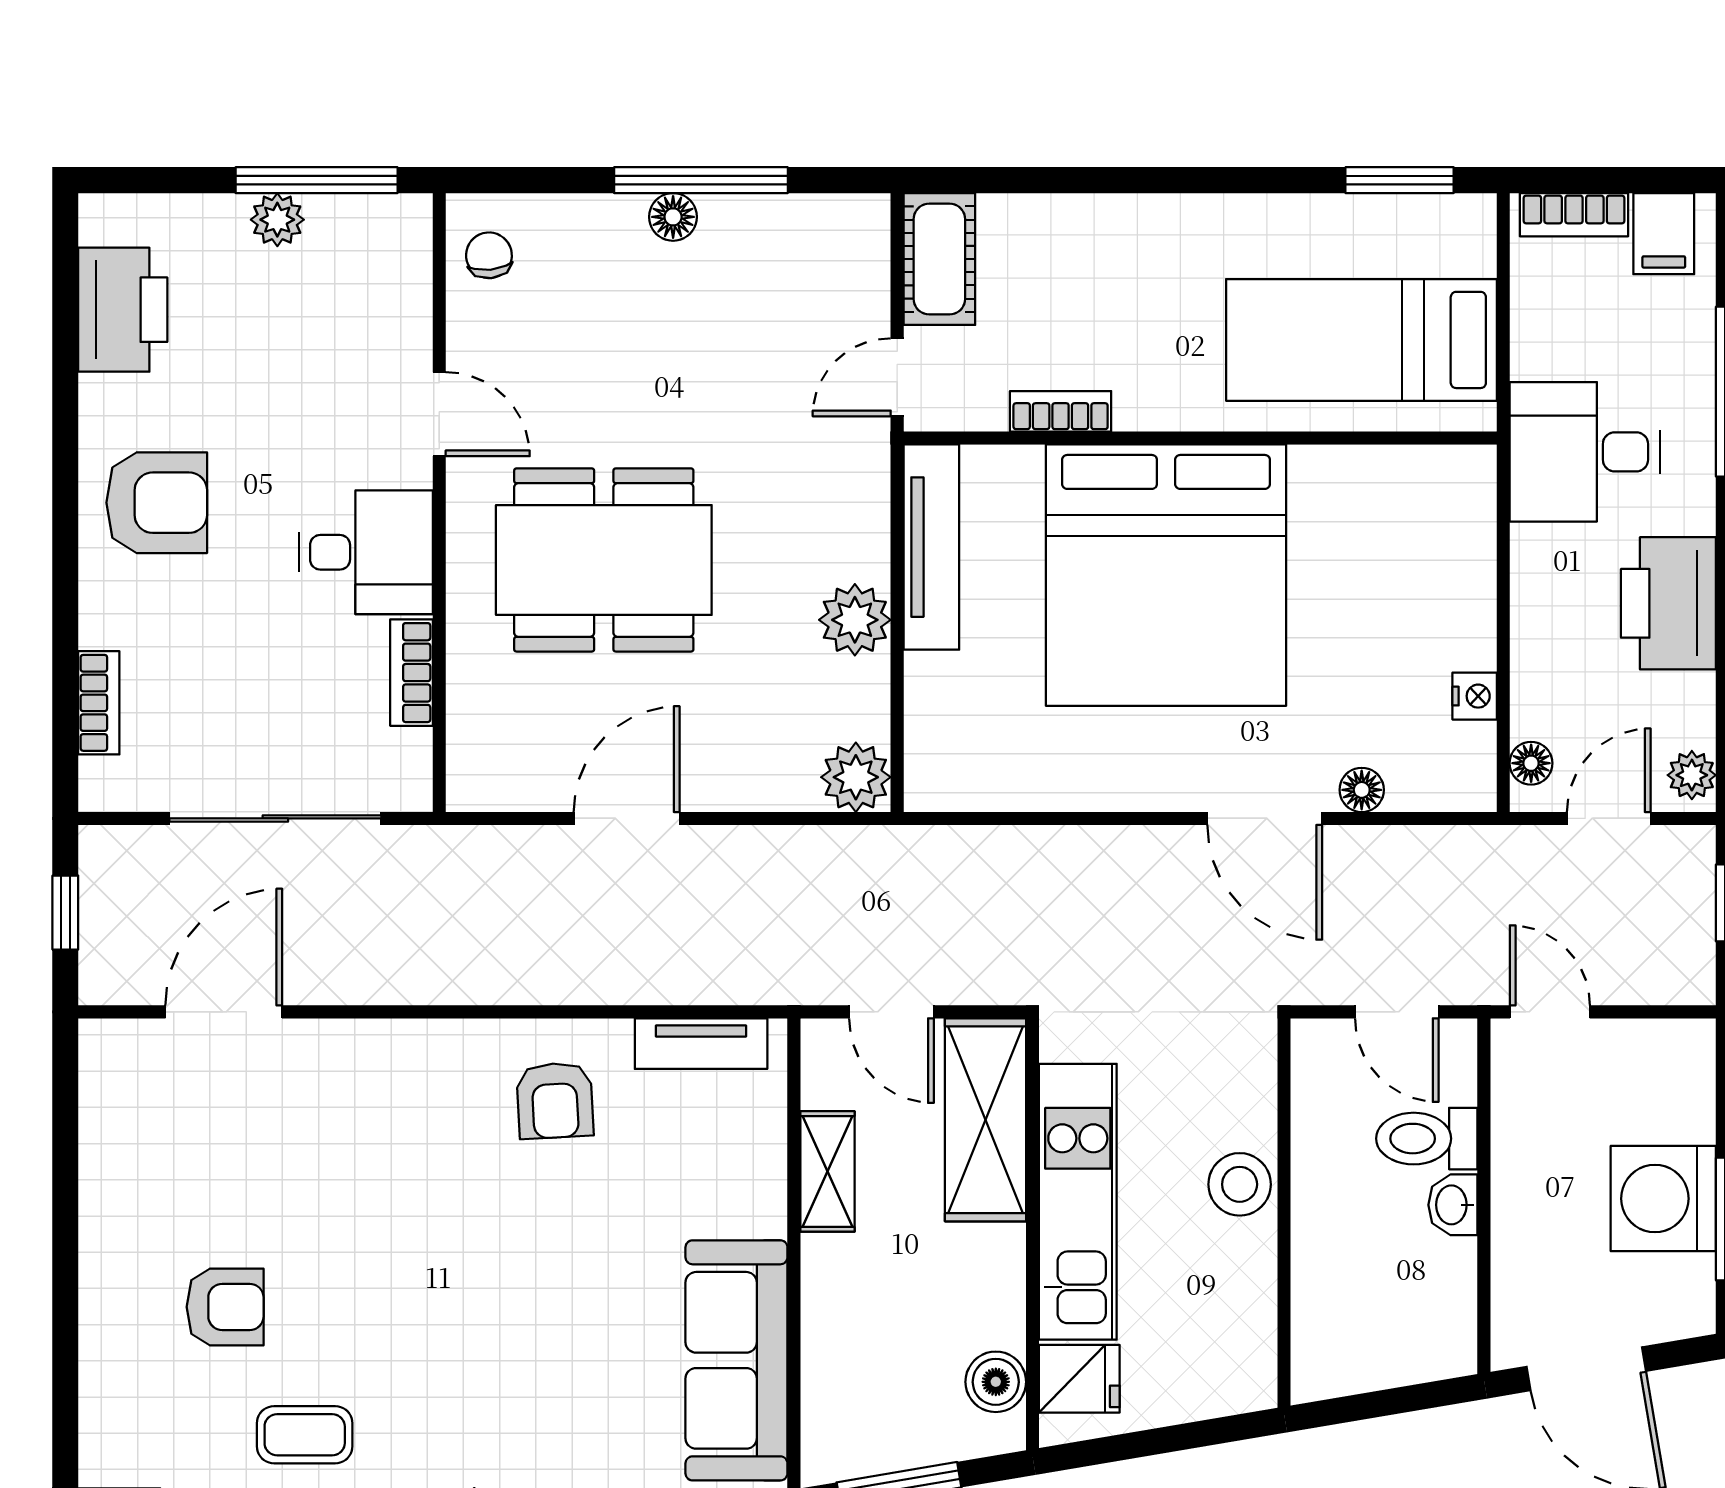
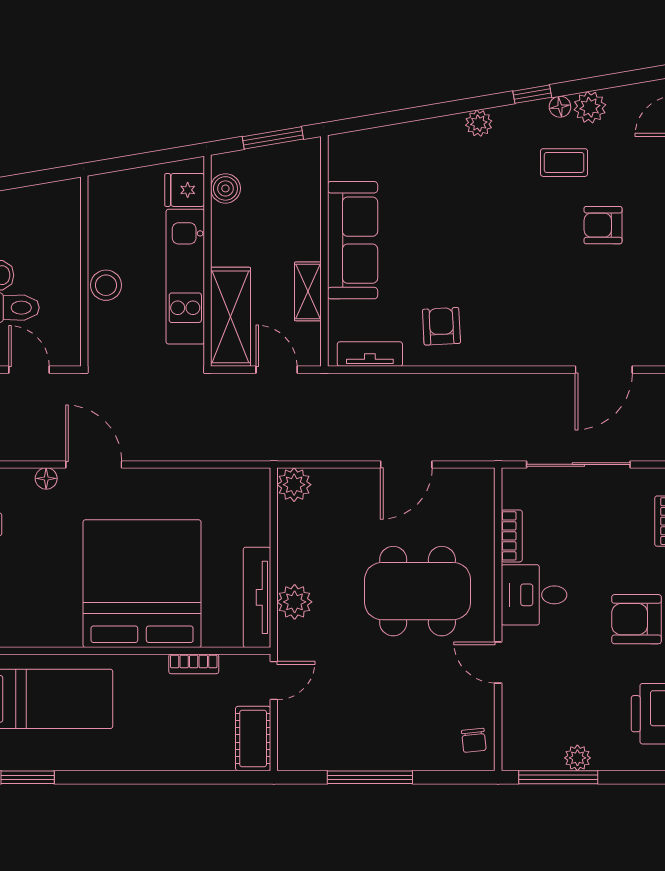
floor lamp: (673, 217) -> (384, 759), removed
plant: (855, 620) -> (295, 602), moved
sofa: (736, 1360) -> (353, 240), moved

